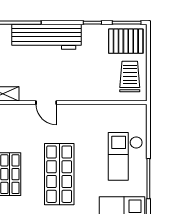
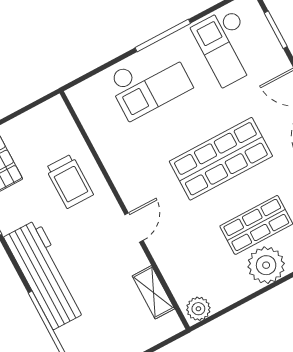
trolley: (130, 77) -> (69, 181), moved, turned -90

